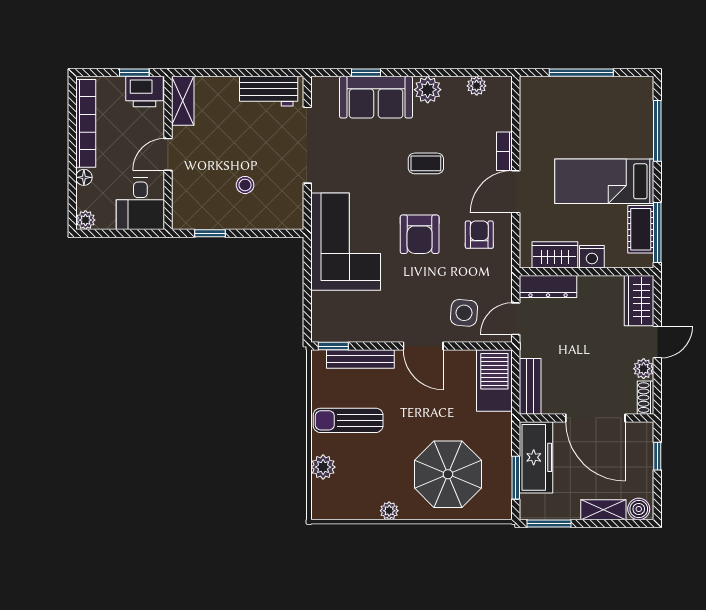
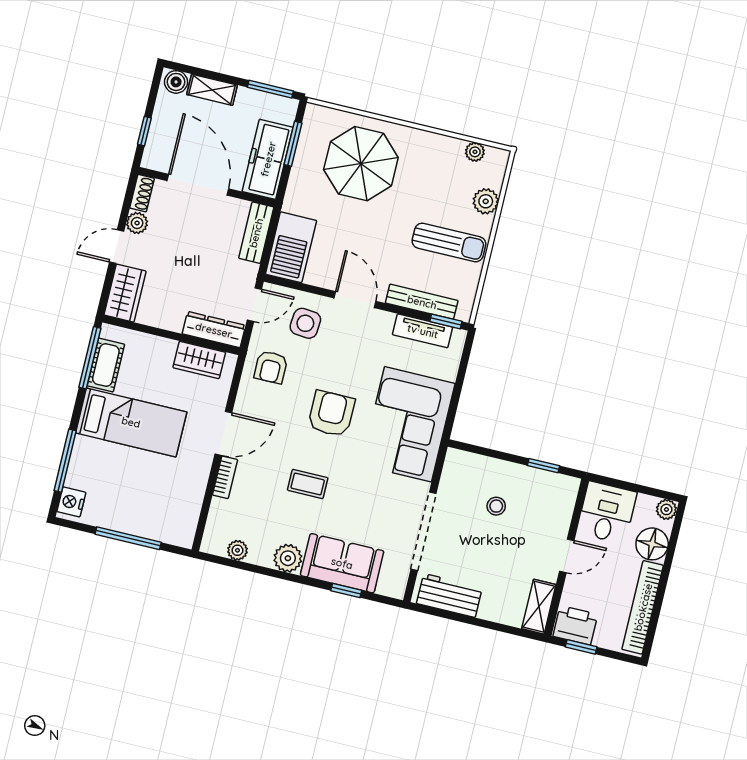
floor lamp: (84, 177) -> (652, 544), width x1.89, depth x1.89
armchair: (479, 235) -> (271, 367), moved
nightstand: (592, 257) -> (71, 502), moved, turned -90
tv unit: (353, 332) -> (423, 331), added
plant: (389, 511) -> (475, 152), moved

